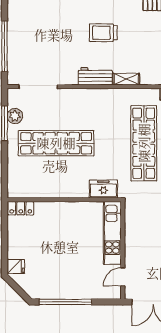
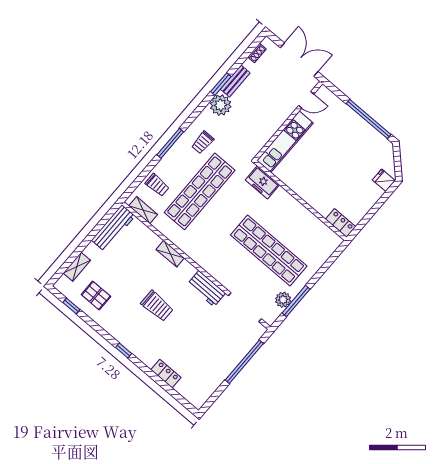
workbench: (95, 76) -> (206, 289), moved

